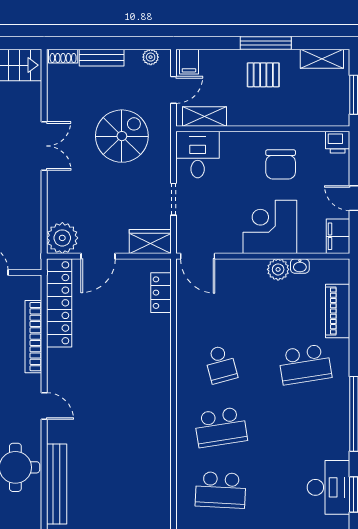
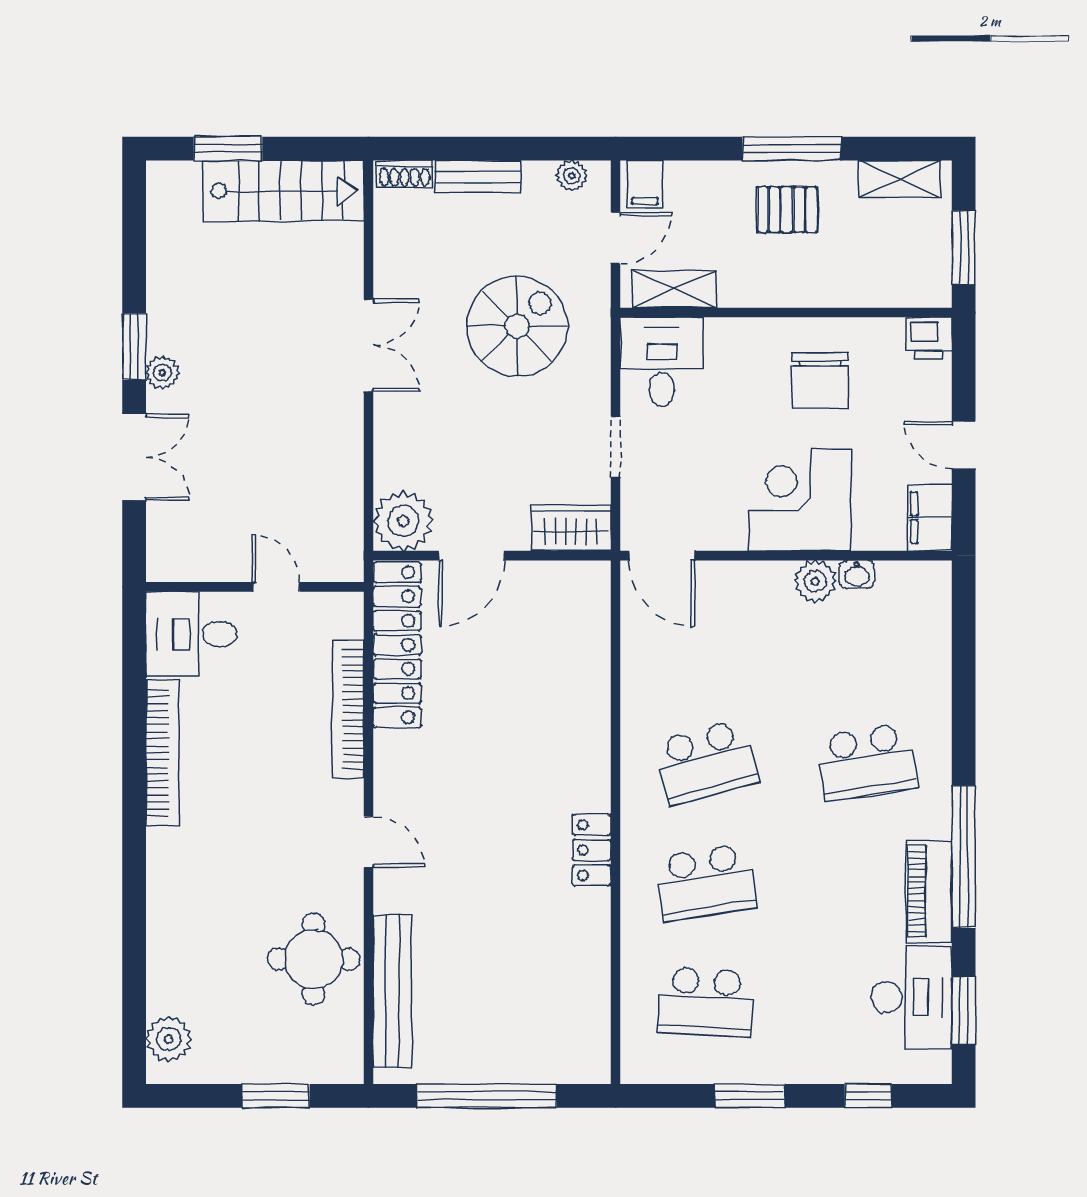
locker: (161, 293) -> (592, 850), moved
piano: (338, 311) -> (929, 892), moved
school desk: (221, 364) -> (706, 762), width x1.85

